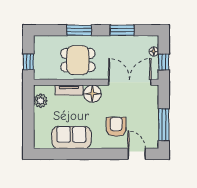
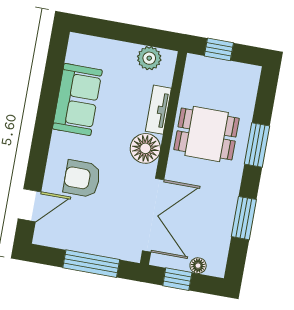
dining table: (78, 60) -> (207, 134), turned 90
window: (164, 125) -> (91, 264), moved
armchair: (116, 127) -> (82, 179), turned 180

